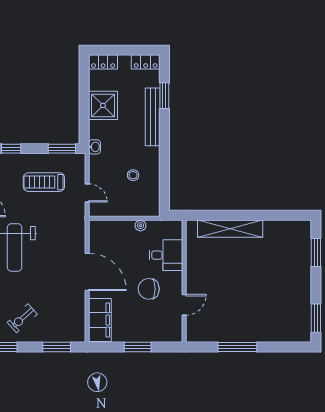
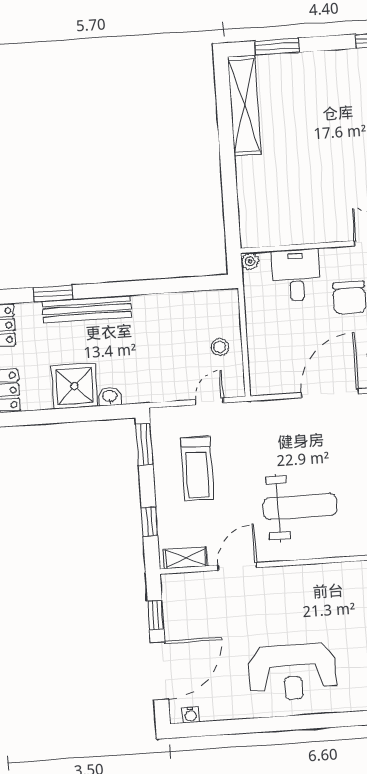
washbasin: (95, 147) -> (110, 397), moved
stool: (133, 175) -> (220, 347), moved
plant: (140, 226) -> (250, 261), moved
shelving: (230, 229) -> (244, 105), moved

